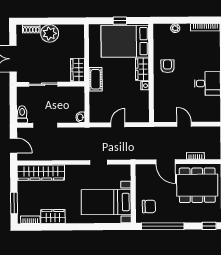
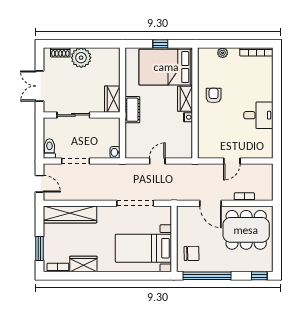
door: (184, 124) -> (232, 161), swing flipped
doorway: (99, 162) -> (135, 203), width x1.87

